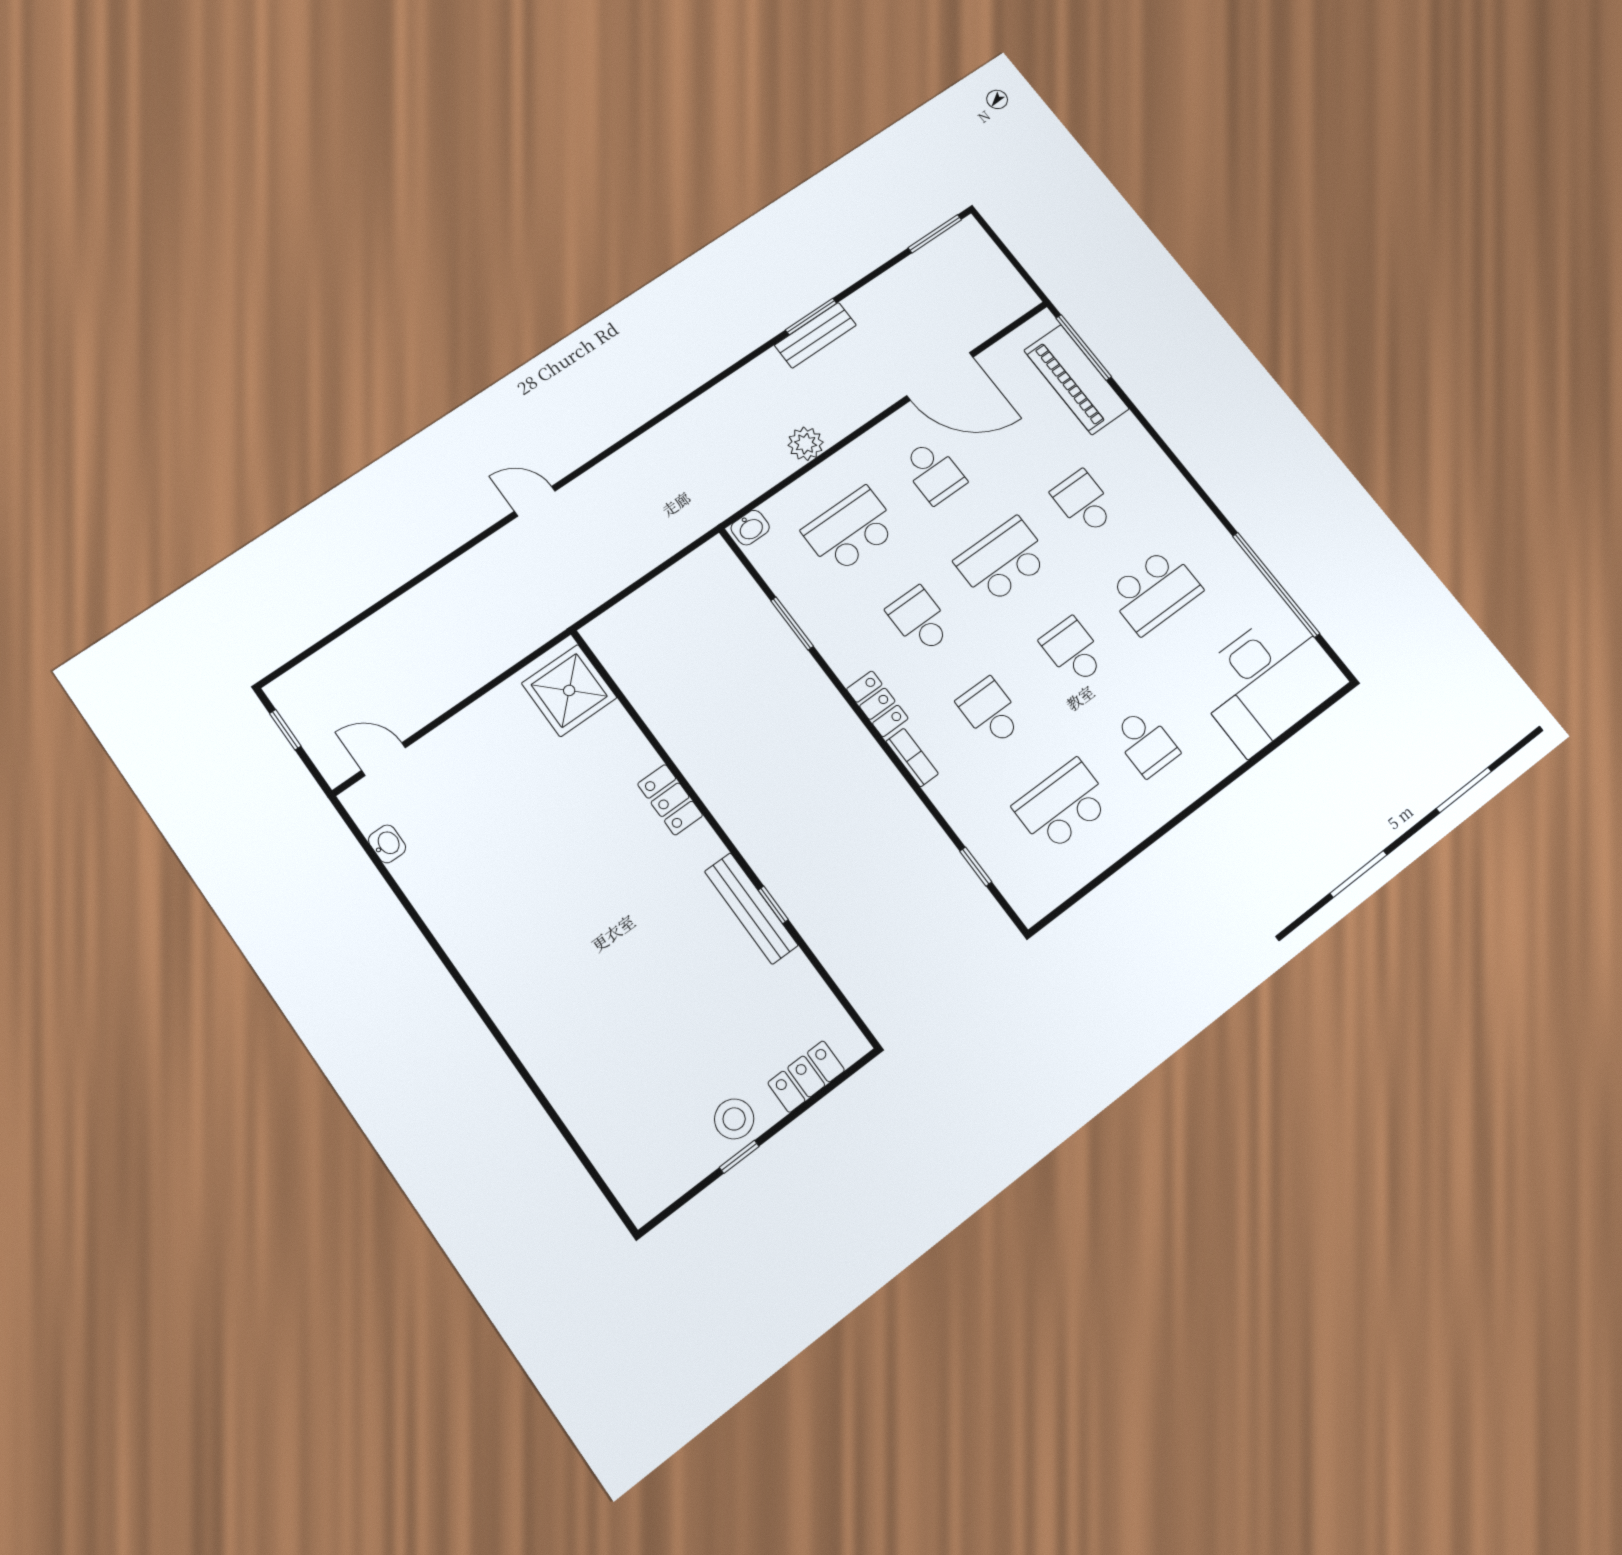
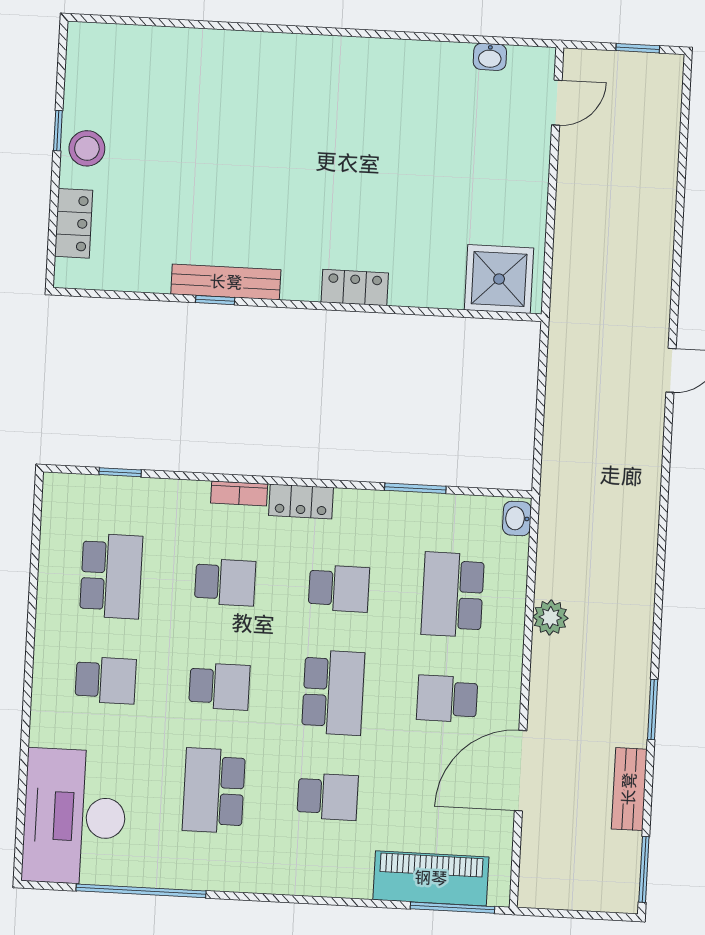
bench: (815, 335) -> (629, 789), moved
school desk: (851, 530) -> (453, 595), turned 180
school desk: (1145, 743) -> (106, 680), turned 180

